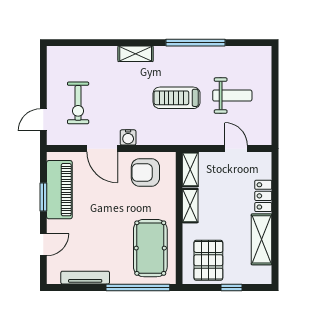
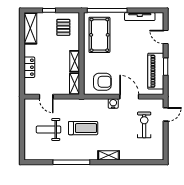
shelving: (262, 239) -> (30, 28), moved
door: (43, 245) -> (166, 37), hinge flipped
pallet: (208, 260) -> (63, 27), width x0.67, depth x0.71

